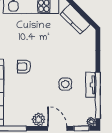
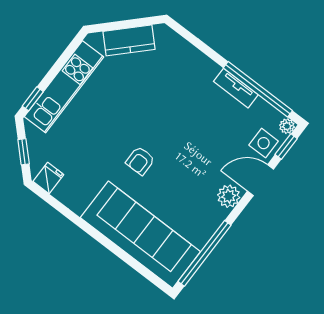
side table: (65, 84) -> (264, 143), moved

